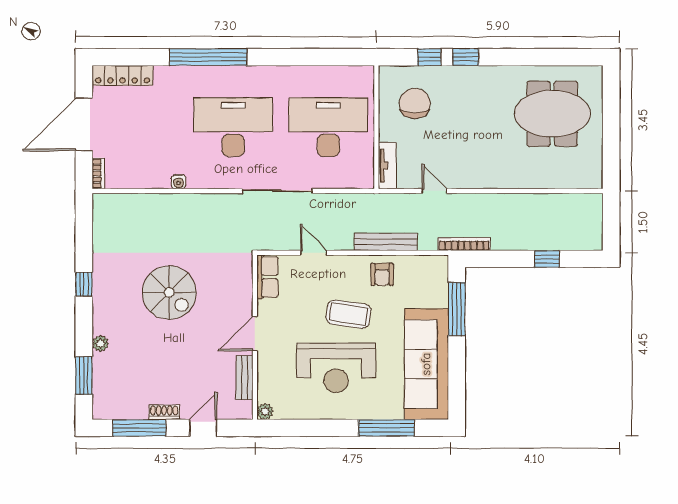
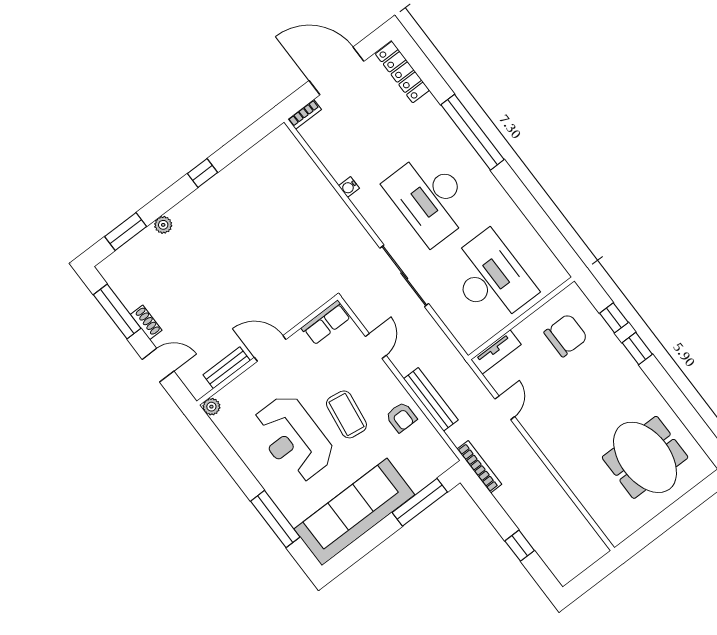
desk: (233, 127) -> (430, 198), turned 180
armchair: (382, 274) -> (401, 417), turned -90
spiral stairs: (169, 293) -> (250, 250), removed

